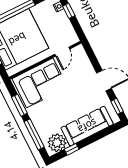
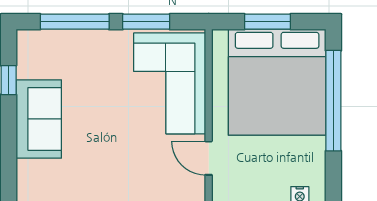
sofa: (87, 126) -> (39, 119), width x0.73
plant: (57, 143) -> (36, 58), removed

